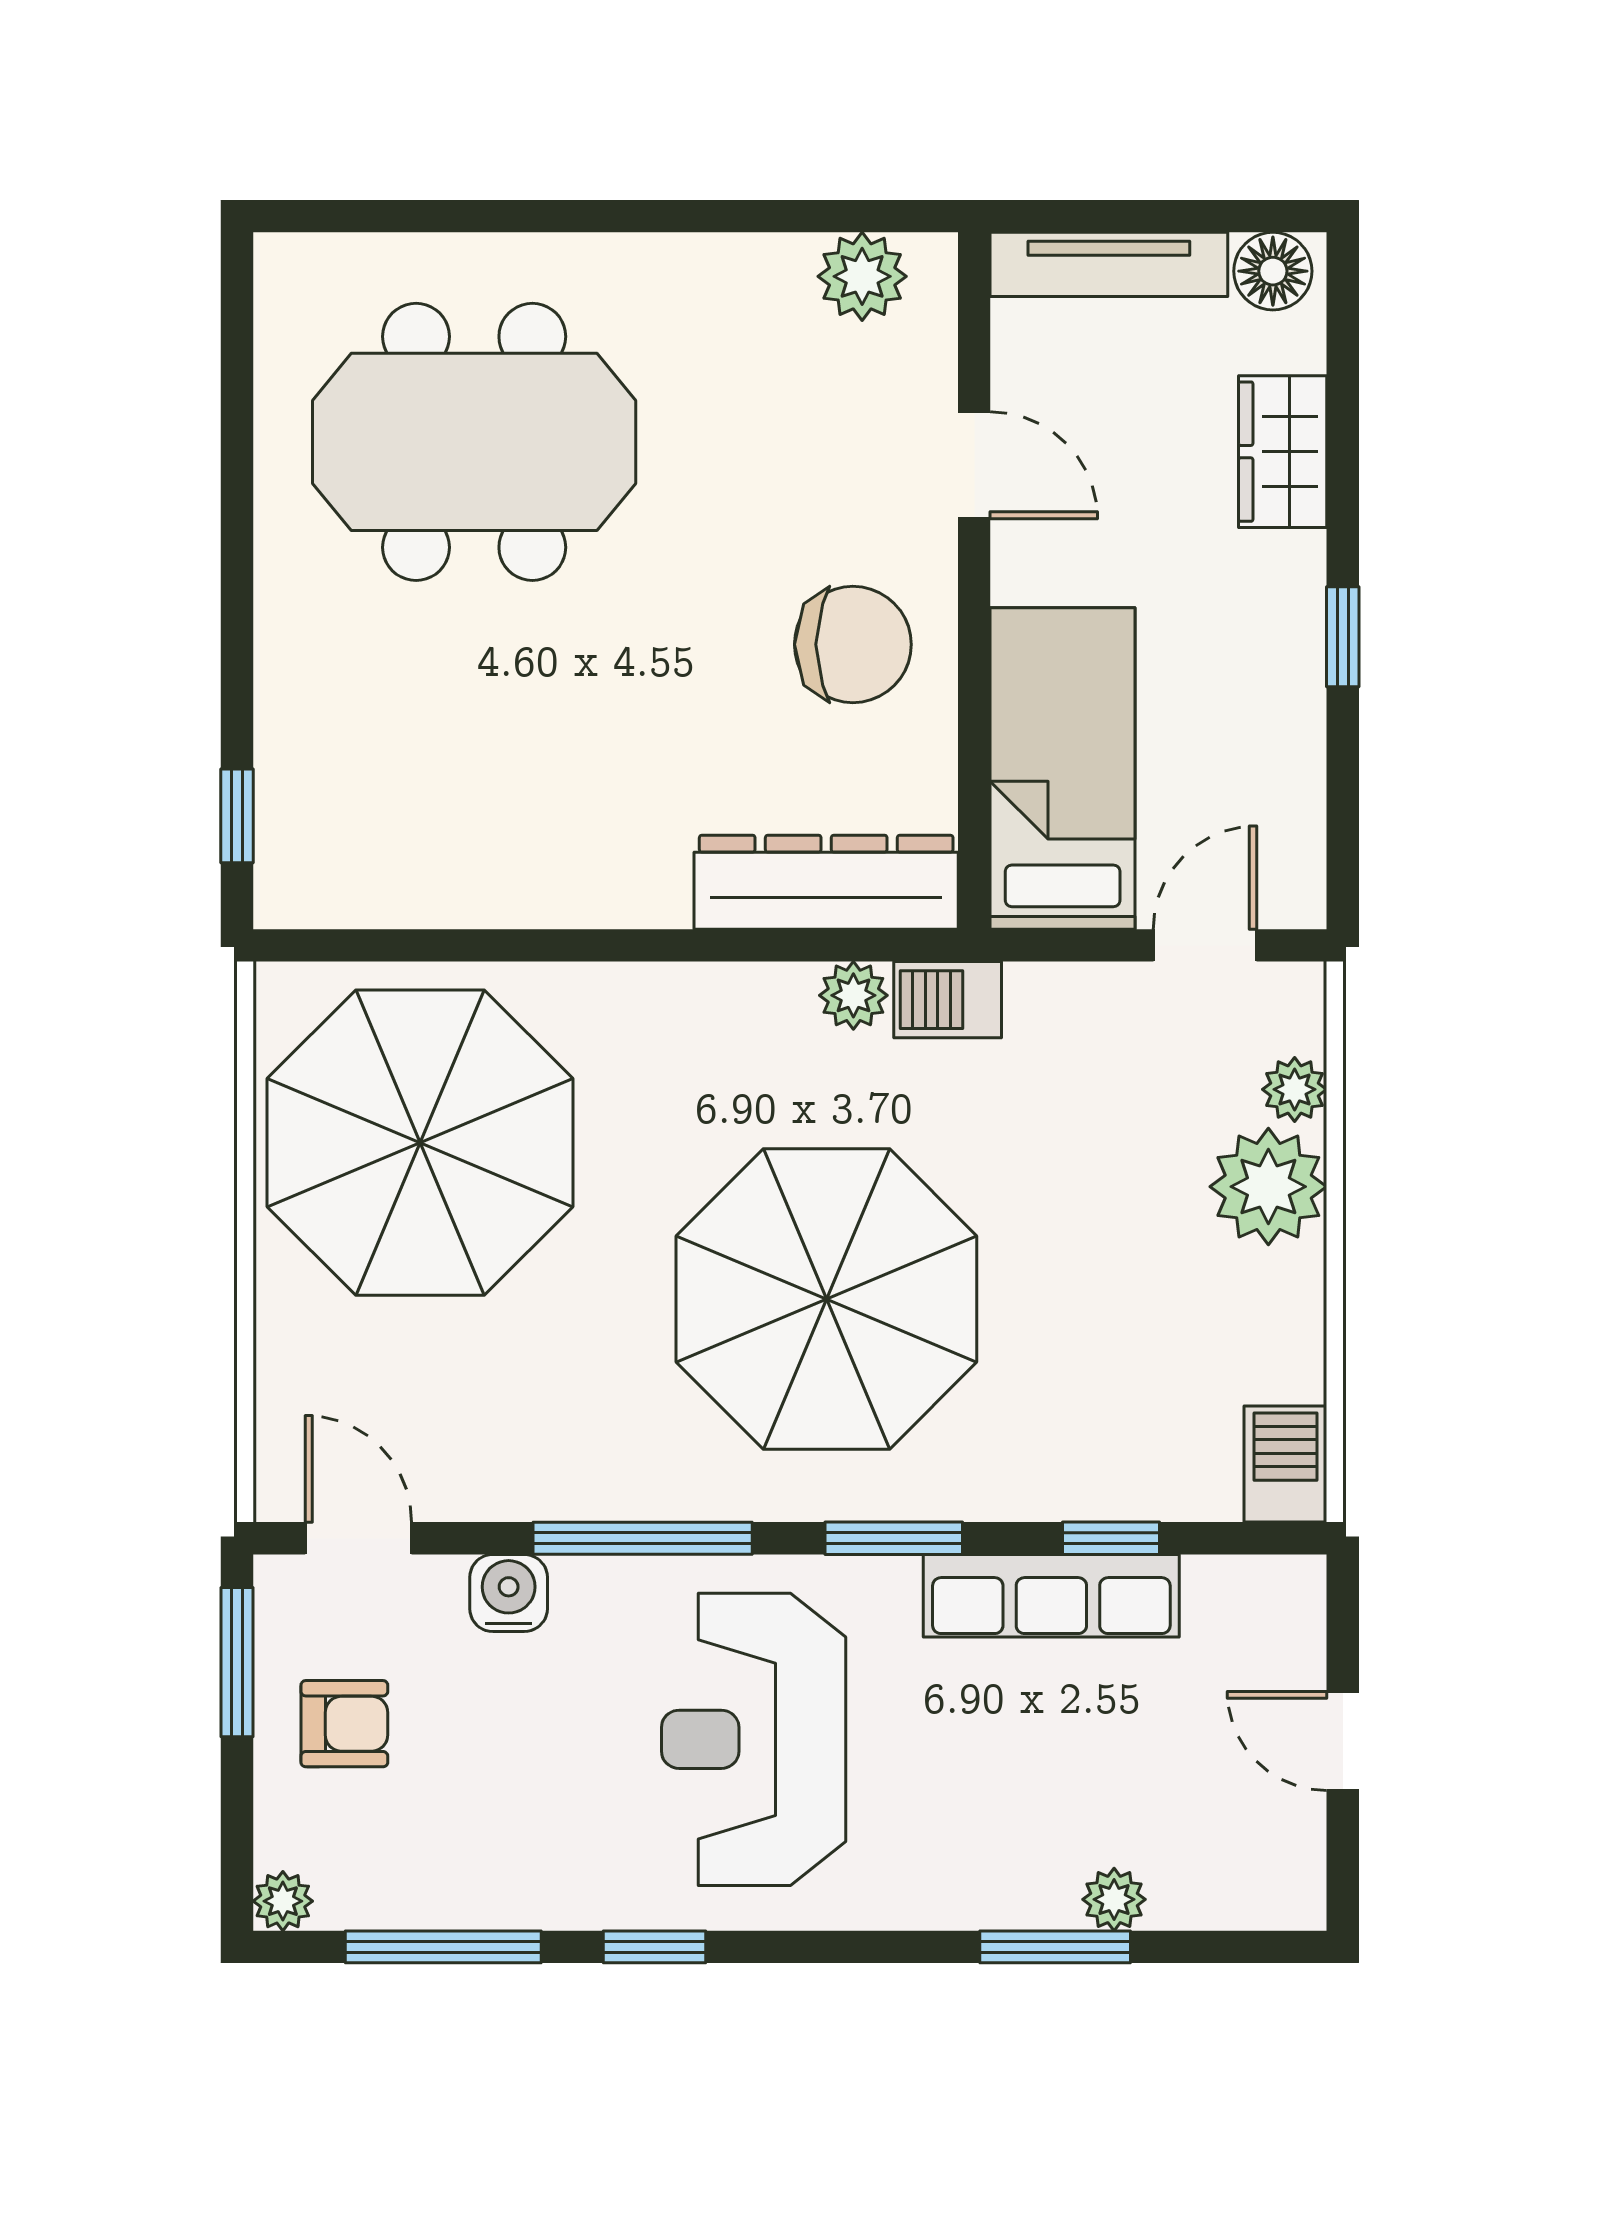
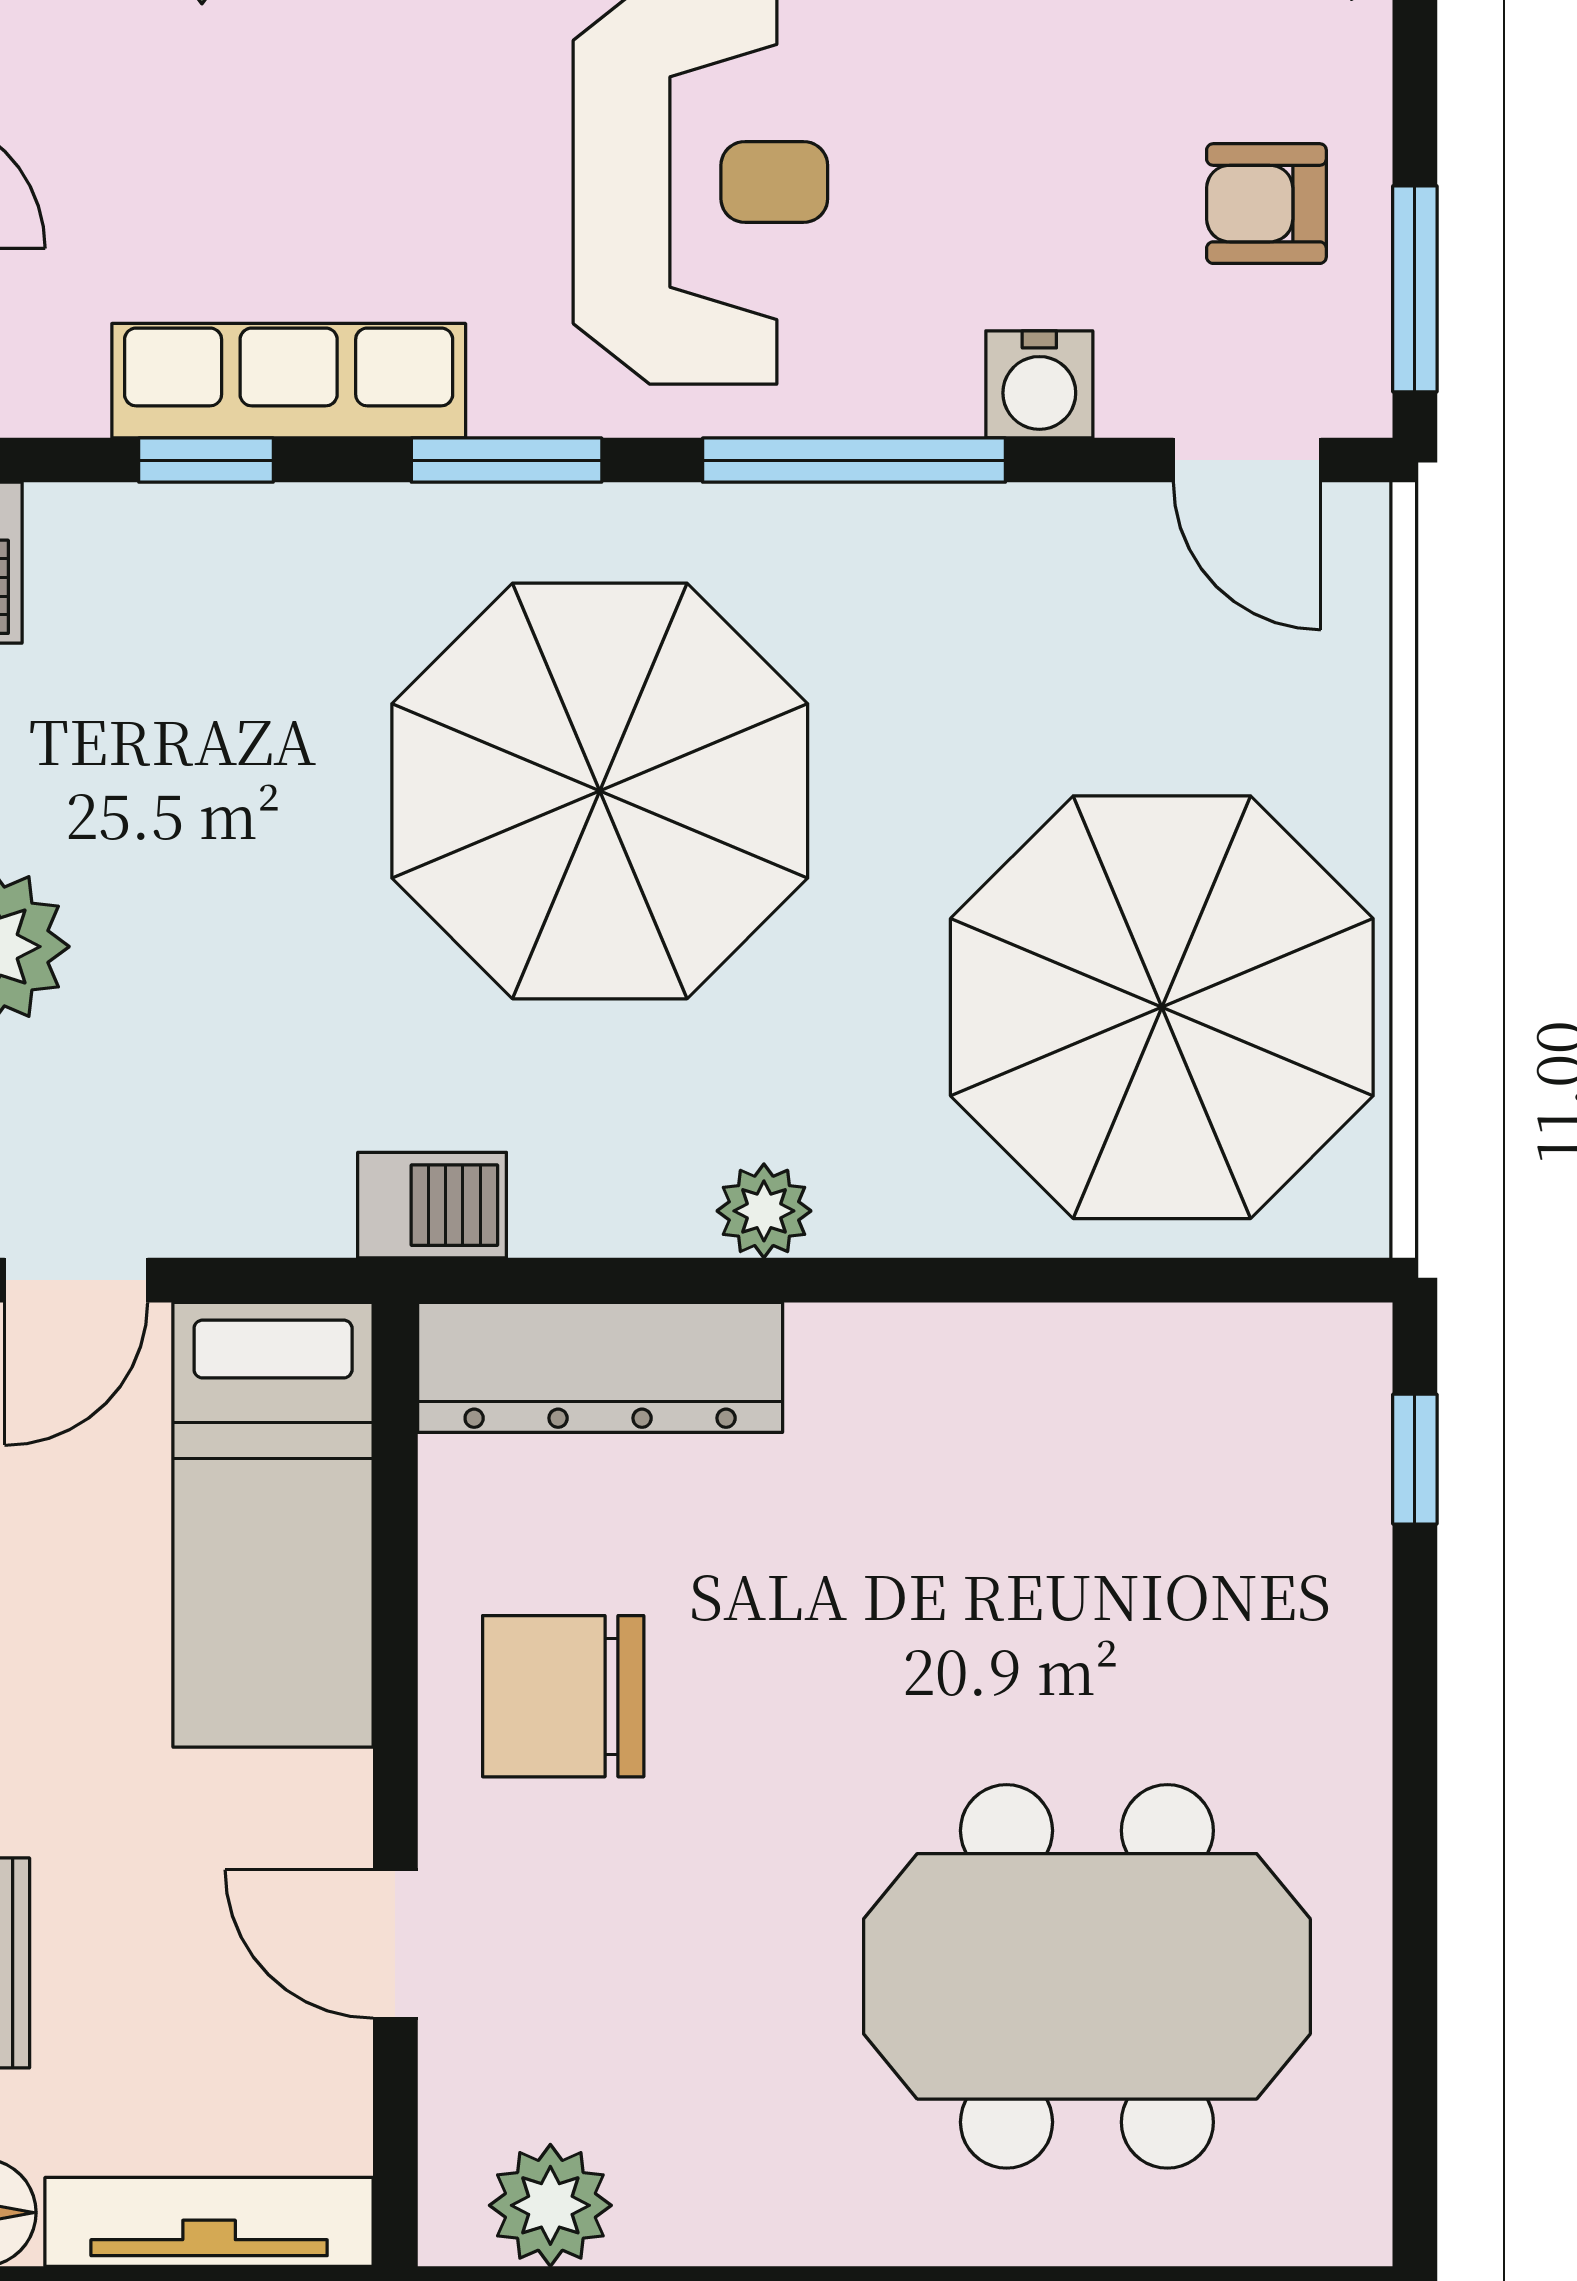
plant: (853, 995) -> (764, 1211), moved

